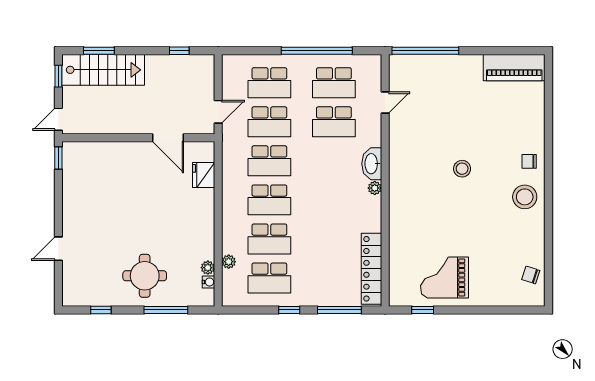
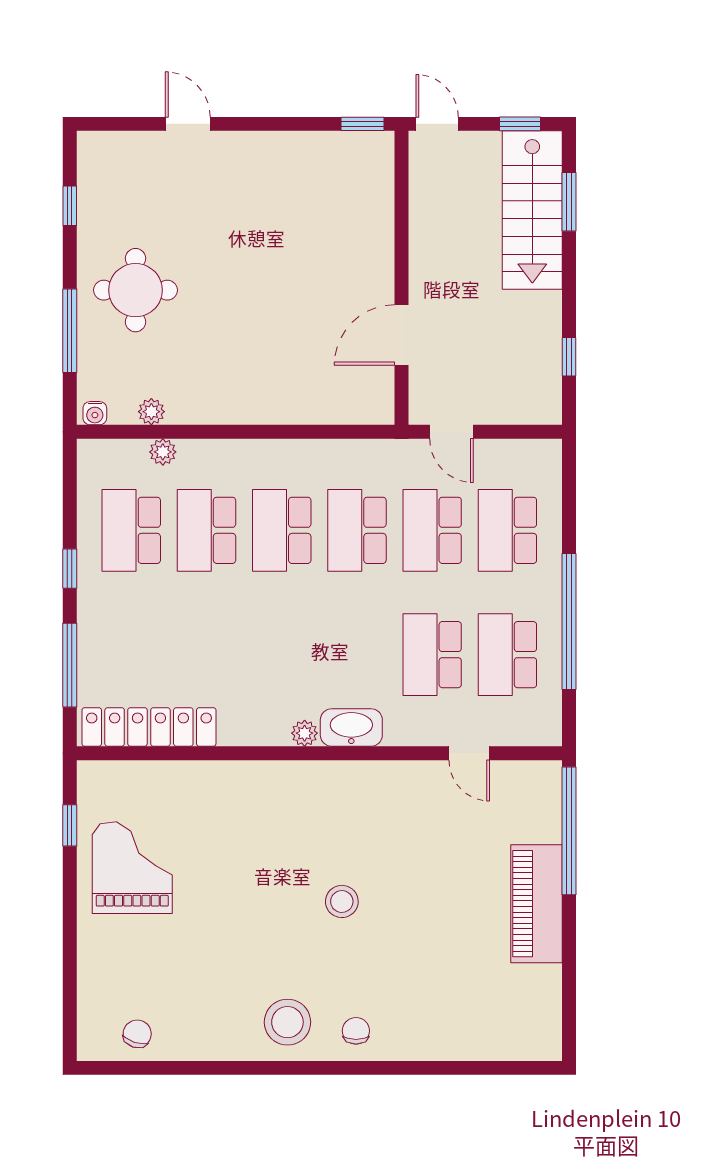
piano: (514, 68) -> (536, 904), moved
fridge: (204, 175) -> (330, 404), removed
water cooler: (209, 282) -> (95, 413), moved

